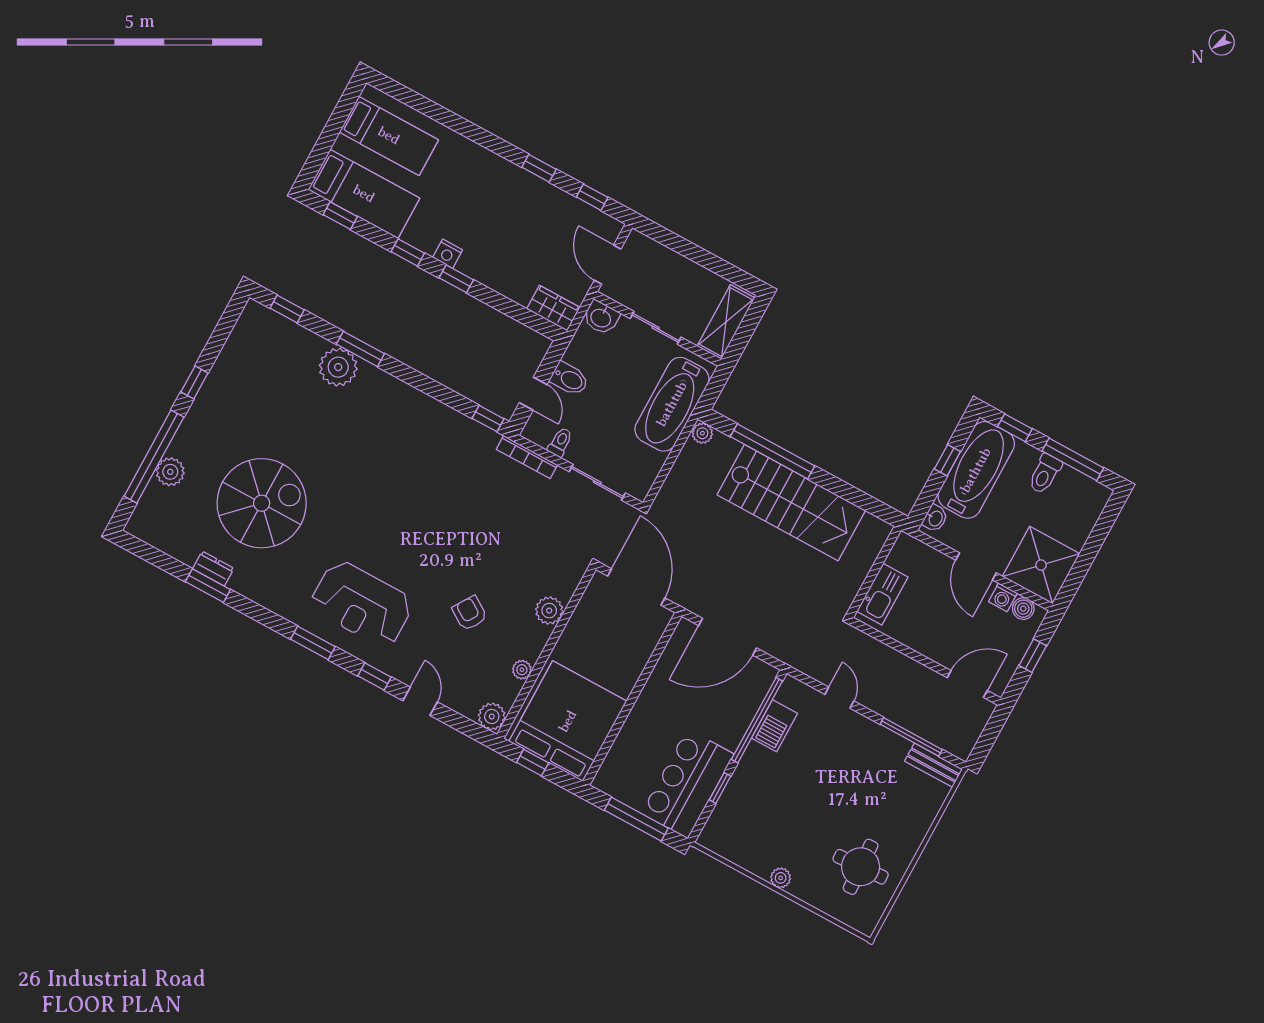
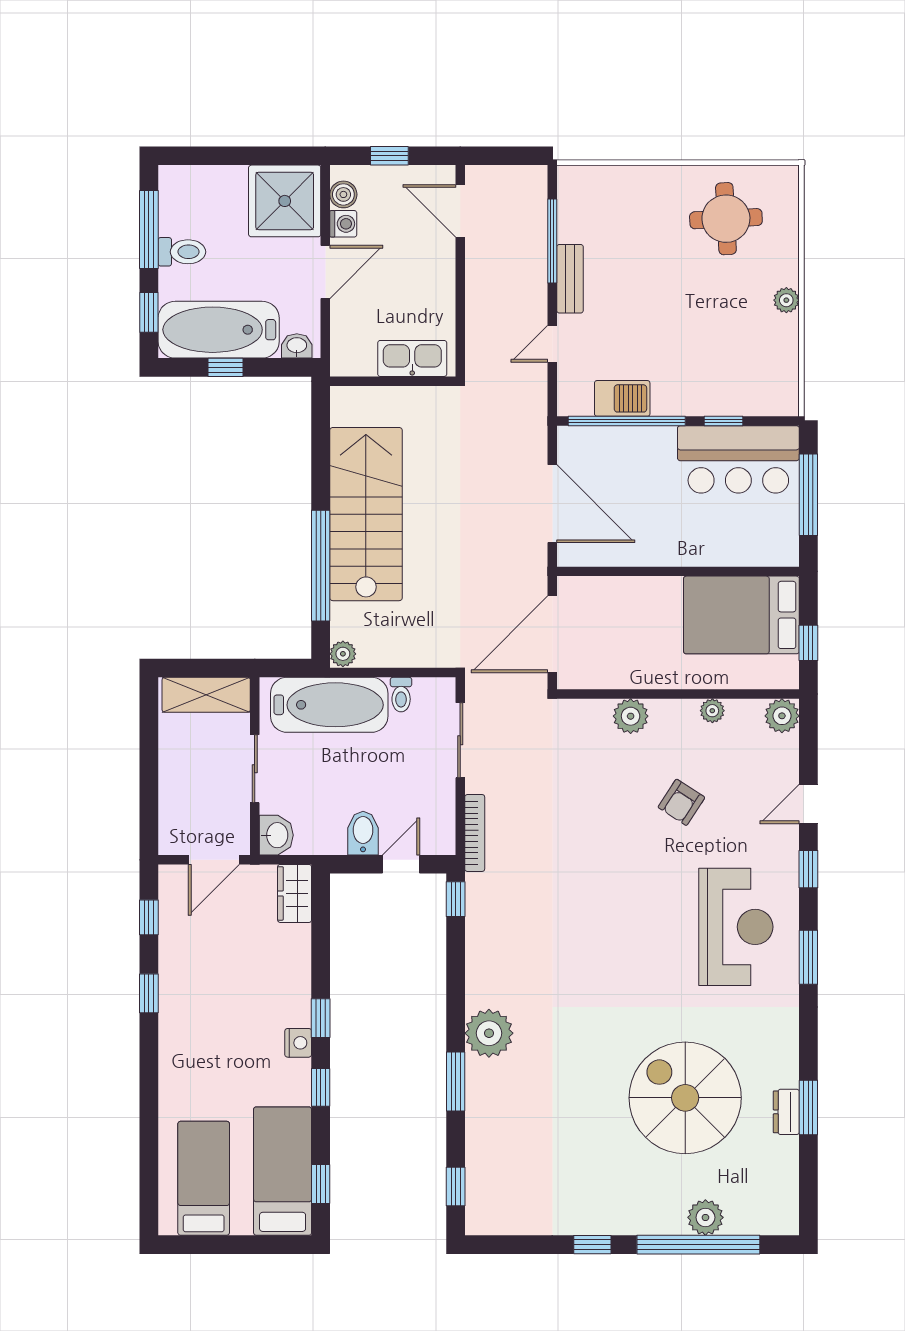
plant: (338, 367) -> (489, 1033), moved
toilet: (560, 442) -> (401, 695), moved, turned -90
bed: (568, 721) -> (741, 615), width x0.73
bench: (933, 765) -> (570, 279), moved

